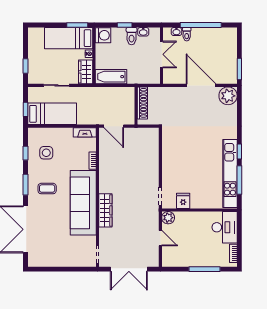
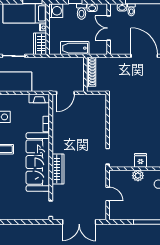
double door: (162, 54) -> (109, 28), swing flipped
bathtub: (111, 77) -> (75, 48), moved
door: (114, 126) -> (65, 93), hinge flipped
fridge: (183, 201) -> (141, 160), moved
plant: (168, 218) -> (138, 176), moved

